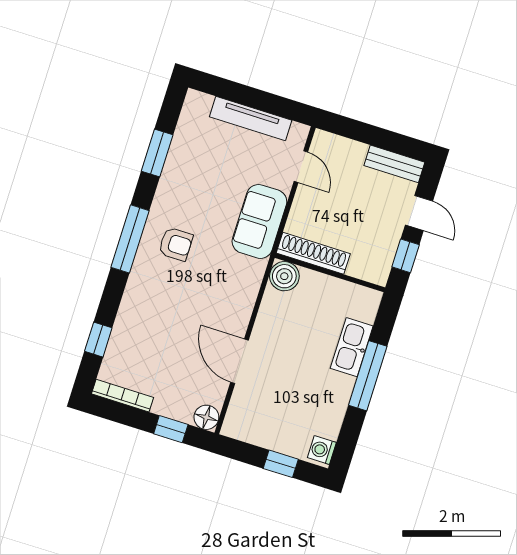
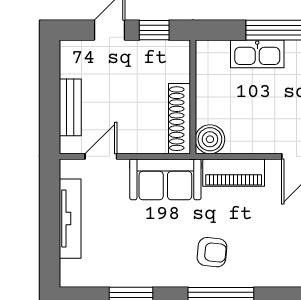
bench: (394, 164) -> (70, 107), moved
armchair: (176, 244) -> (212, 252), turned 96
piano: (245, 289) -> (234, 173), added

